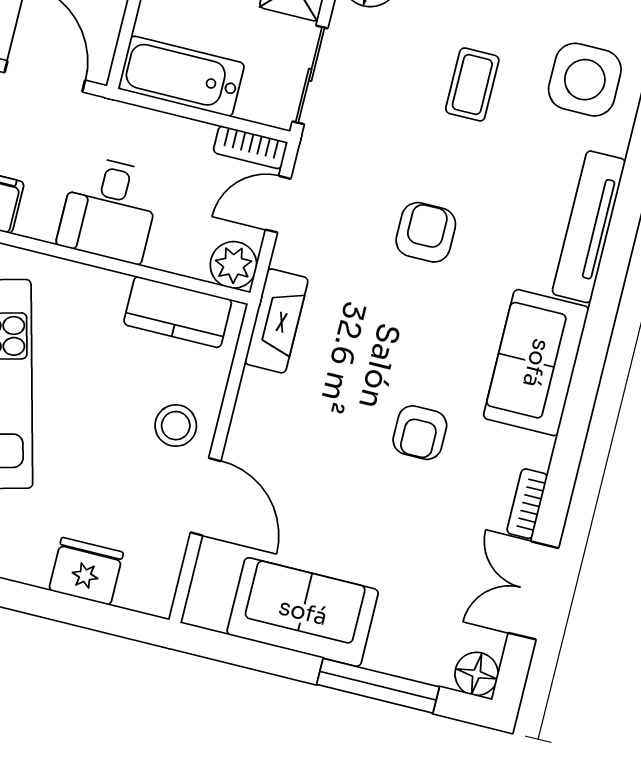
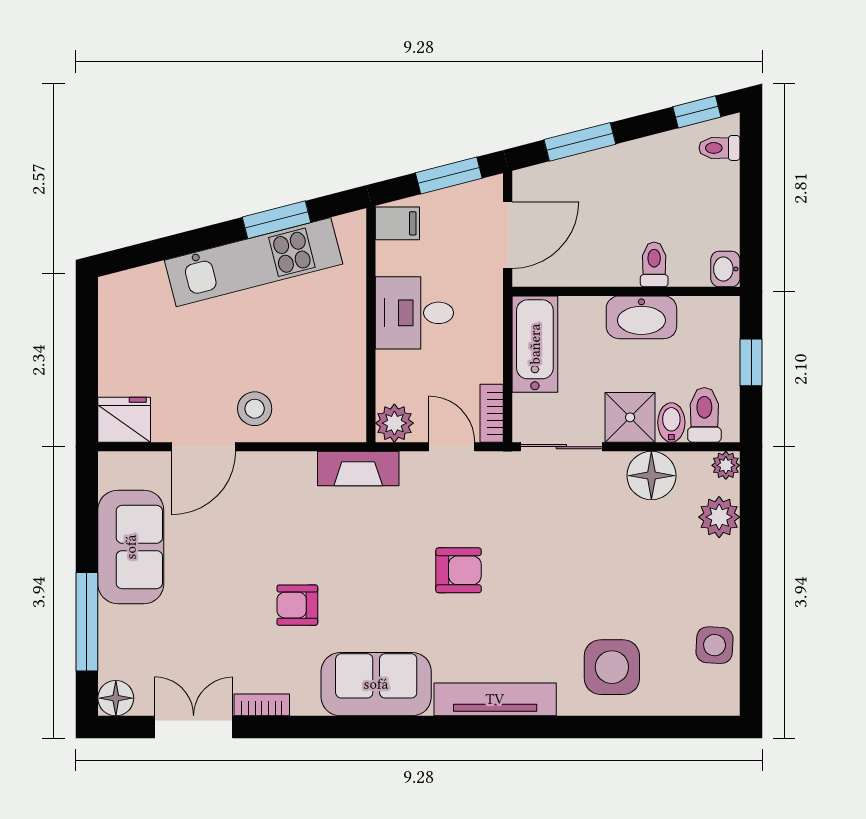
coffee table: (472, 84) -> (586, 578), removed
kitchen counter: (178, 312) -> (346, 388), removed
fridge: (86, 571) -> (124, 420), moved, turned -90

